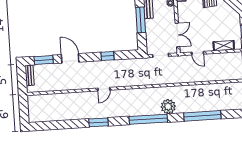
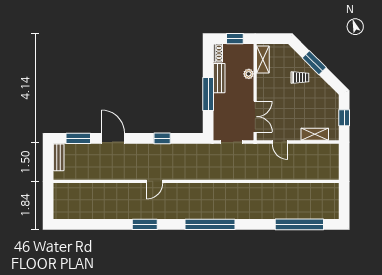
plant: (168, 107) -> (237, 209), removed
window: (202, 116) -> (299, 224), moved

